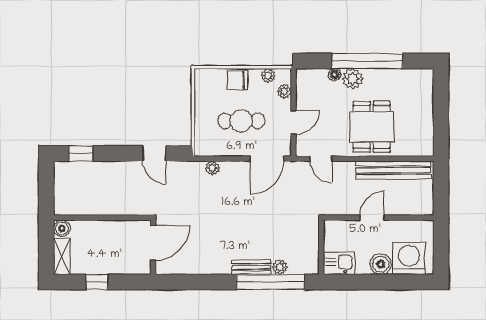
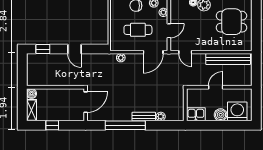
dining table: (372, 127) -> (231, 22), moved, turned 90
door: (154, 153) -> (74, 49), moved
window: (270, 282) -> (125, 125), moved

